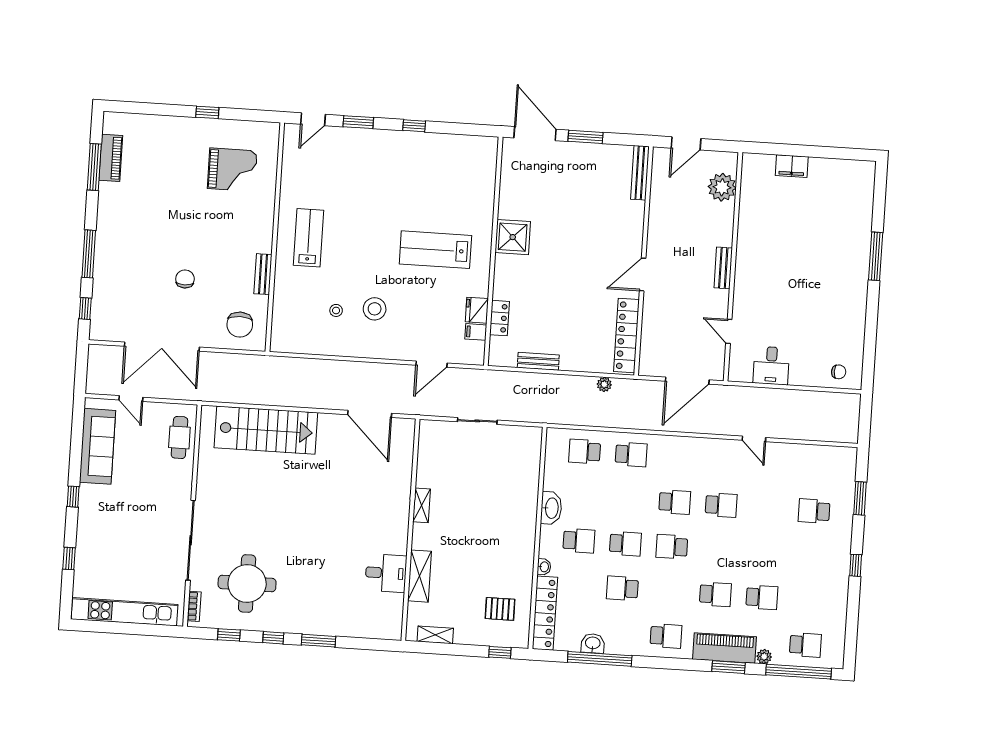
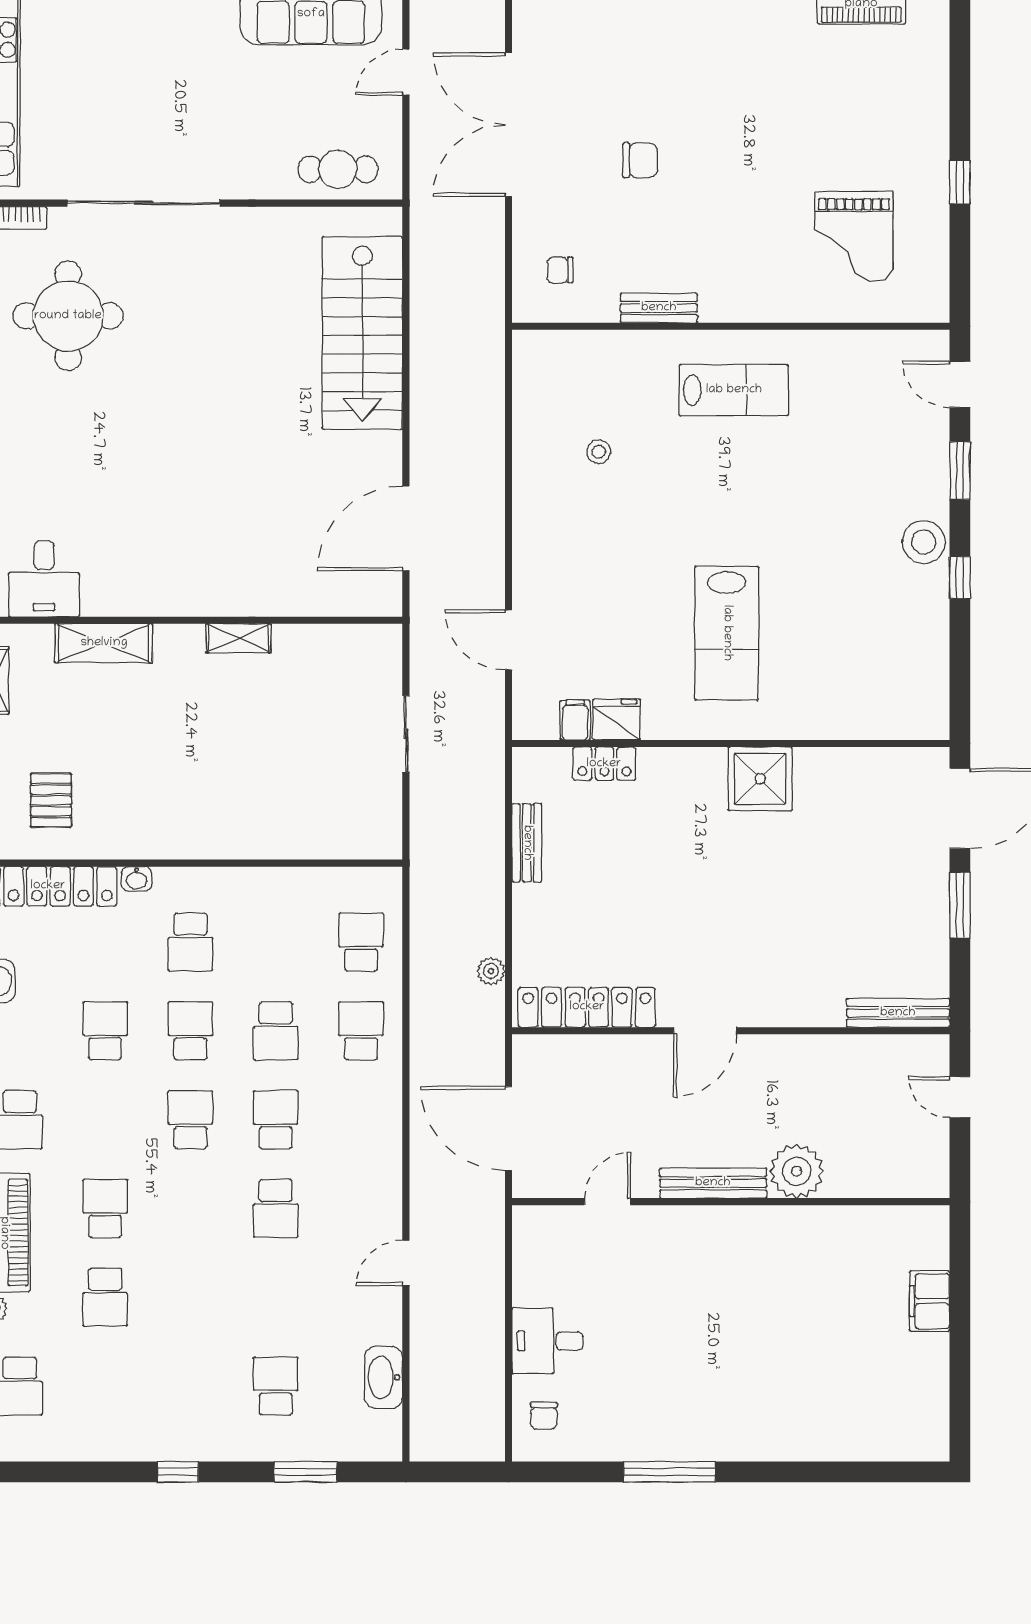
door: (686, 143) -> (960, 1097), width x0.73
plant: (722, 187) -> (797, 1171), moved
lab bench: (435, 250) -> (727, 633), turned 180
window: (876, 256) -> (670, 1472), moved
bench: (723, 268) -> (713, 1183), width x1.36
door: (643, 275) -> (705, 1031), swing flipped
stool: (375, 309) -> (924, 542), moved
chair: (240, 325) -> (560, 270), width x0.54, depth x0.54
desk: (771, 366) -> (547, 1341), moved
school desk: (631, 454) -> (361, 1031), turned 180
school desk: (628, 499) -> (276, 1031), added
school desk: (675, 502) -> (276, 1120), turned 180
washbasin: (551, 508) -> (384, 1377), moved, turned 90
school desk: (625, 544) -> (190, 1031), turned 180
desk: (386, 573) -> (44, 579), moved
school desk: (715, 594) -> (105, 1208), turned 180

